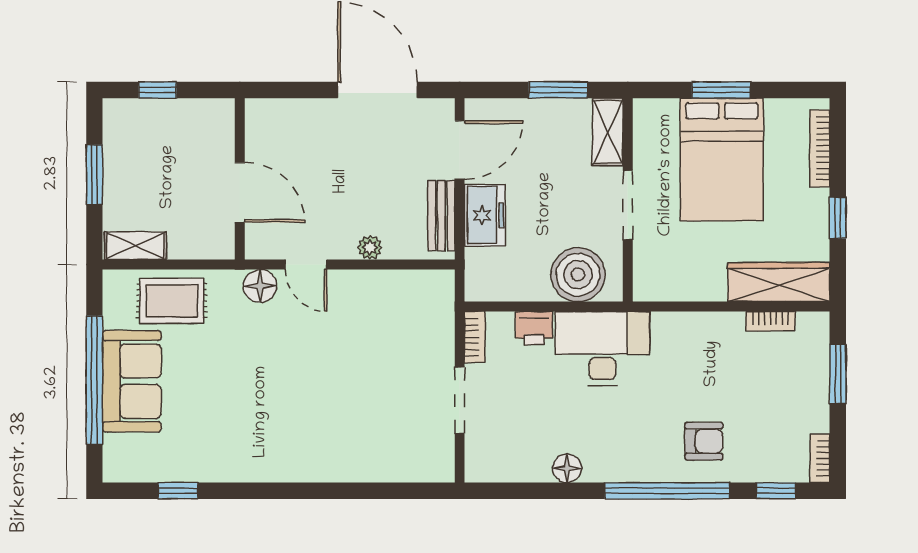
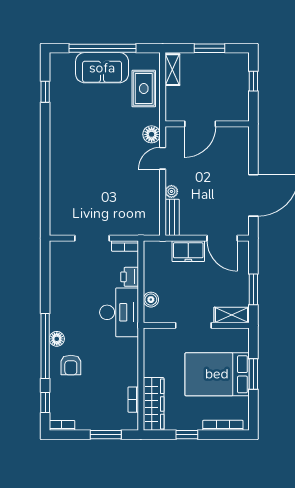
bench: (441, 216) -> (172, 217), moved, turned 90
boiler: (578, 275) -> (151, 300), width x0.54, depth x0.54
floor lamp: (567, 468) -> (57, 339), moved

